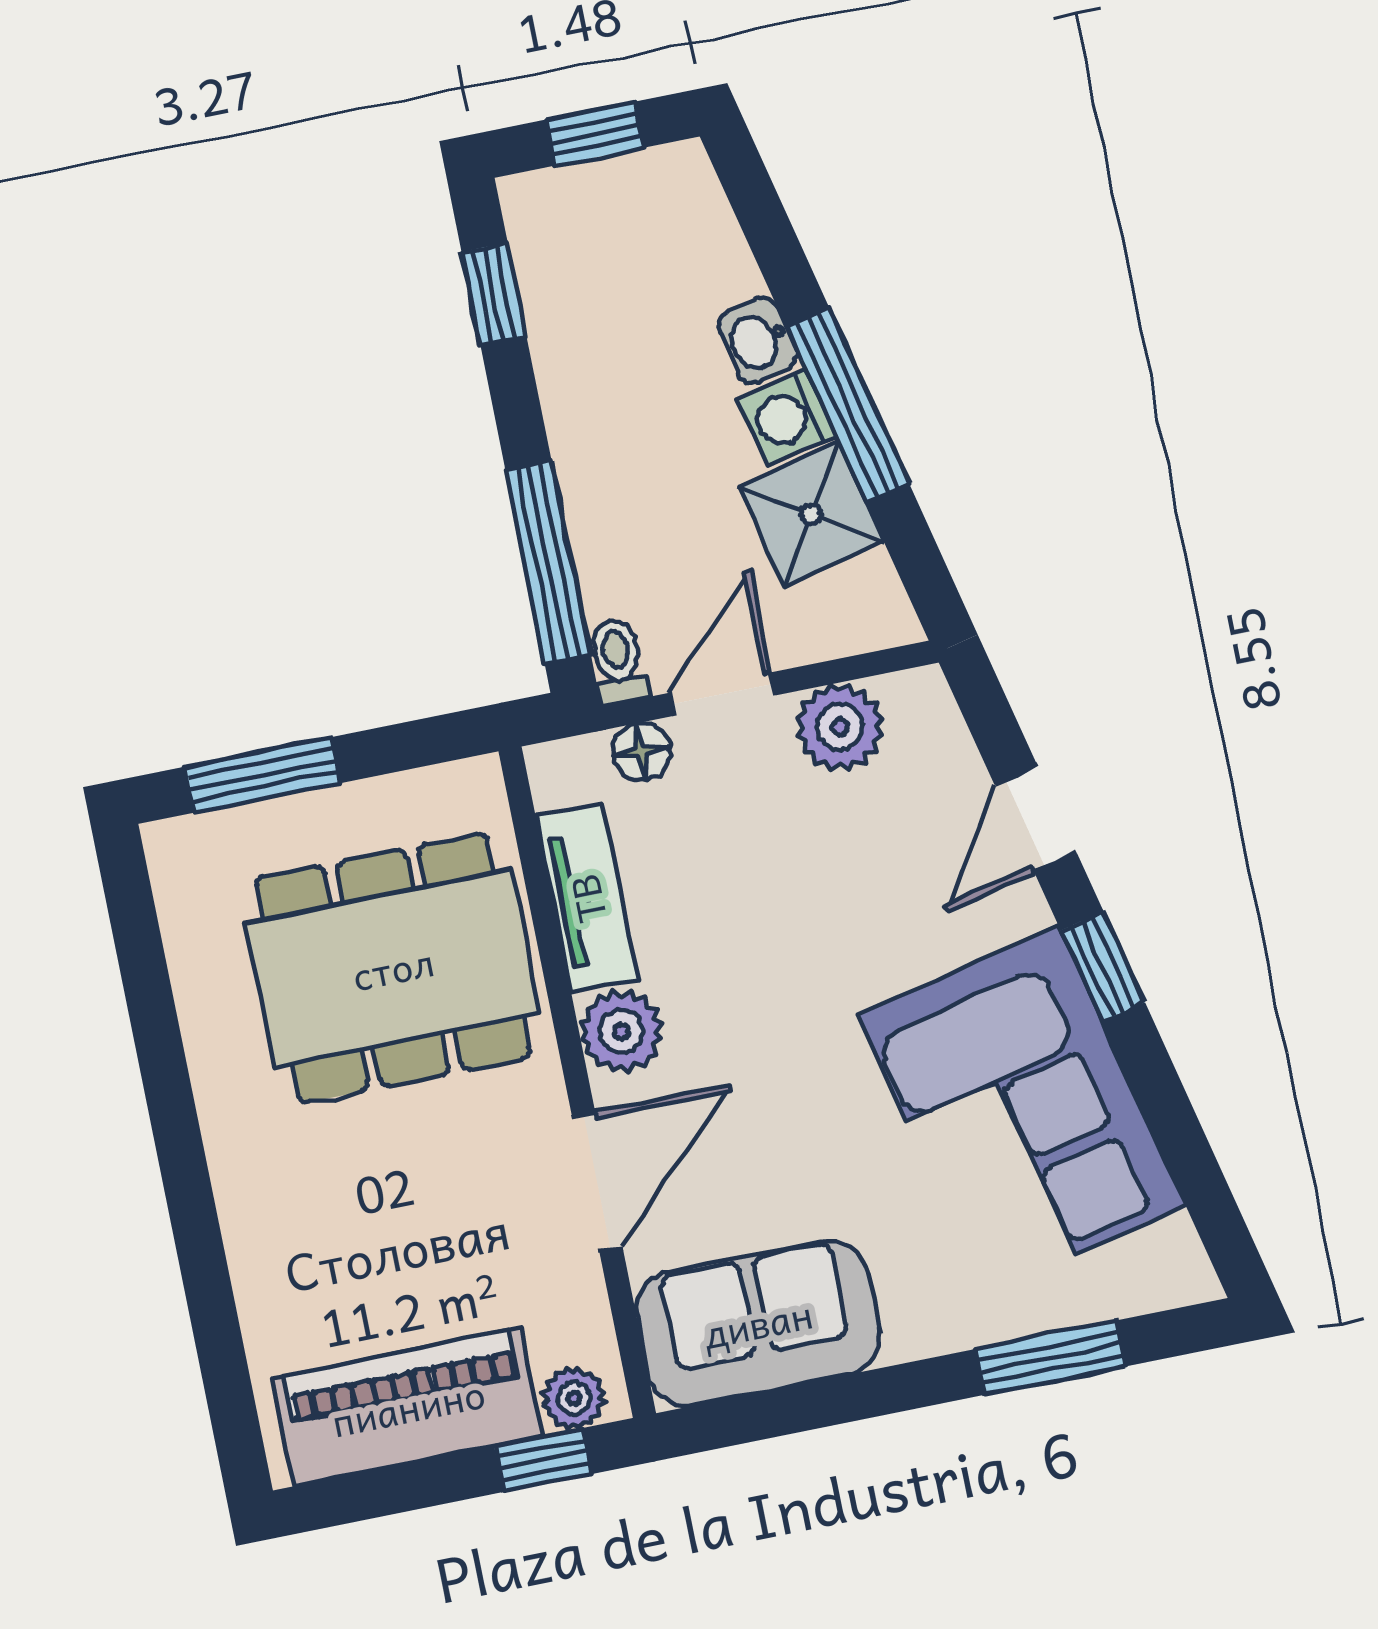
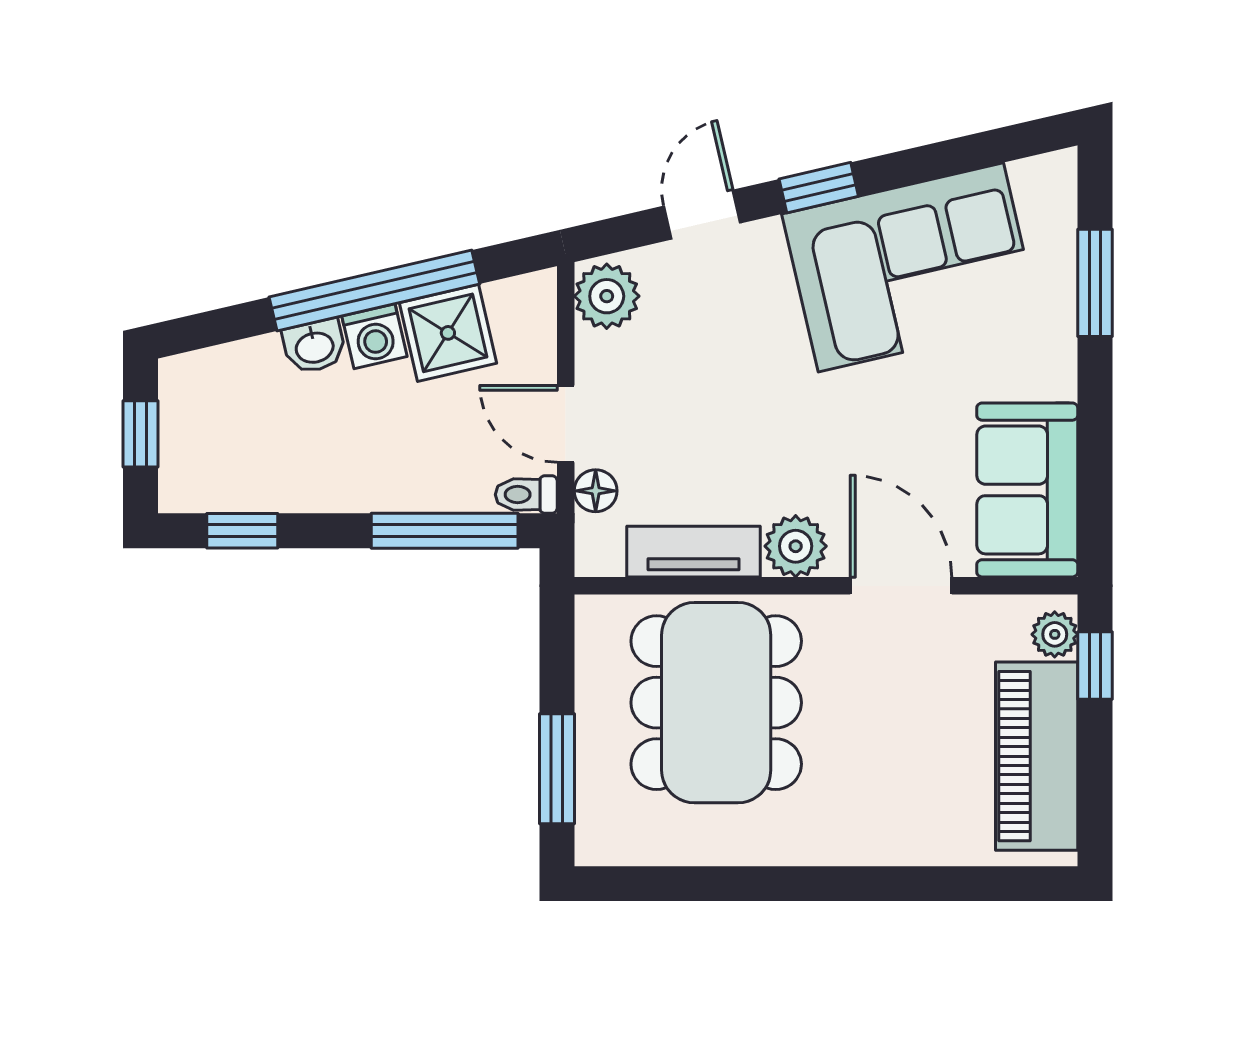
window: (848, 405) -> (374, 291), width x1.46
plant: (840, 727) -> (607, 296), moved
door: (1036, 819) -> (702, 215), swing flipped

